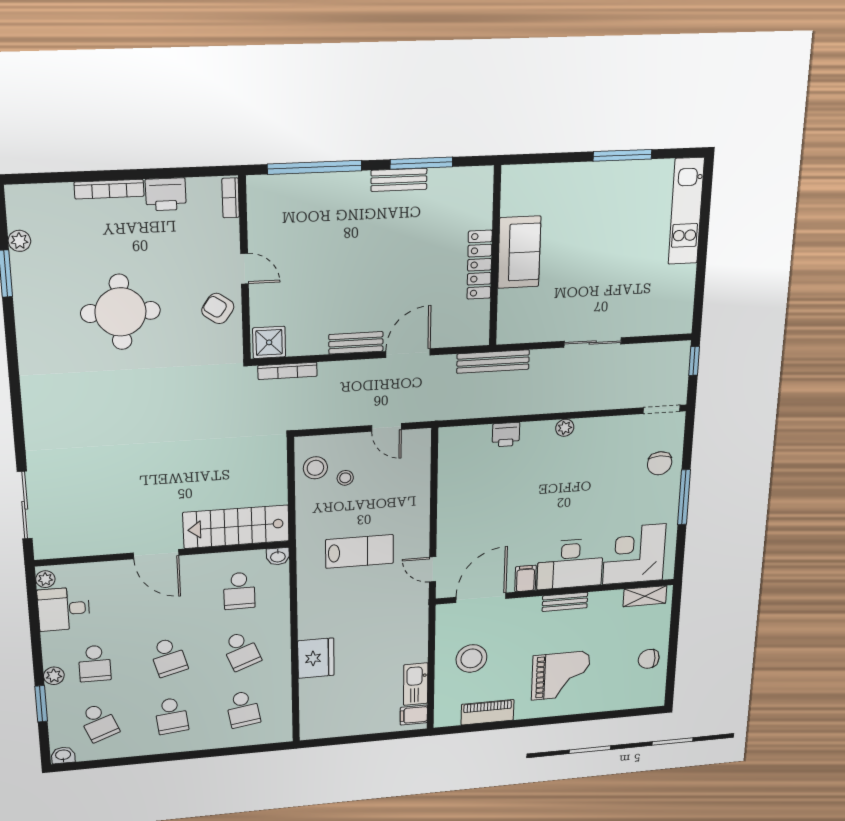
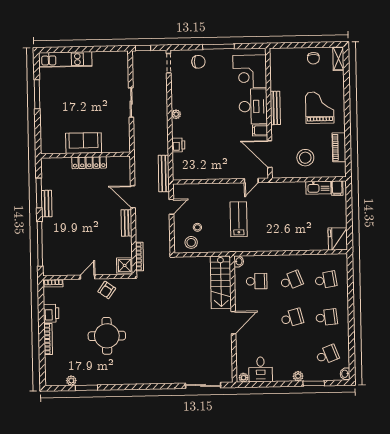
bench: (493, 362) -> (164, 173), moved
shelving: (645, 596) -> (338, 59), moved
bench: (565, 602) -> (275, 108), width x1.36
fridge: (316, 658) -> (338, 239), moved, turned -90
school desk: (95, 663) -> (293, 355), removed

